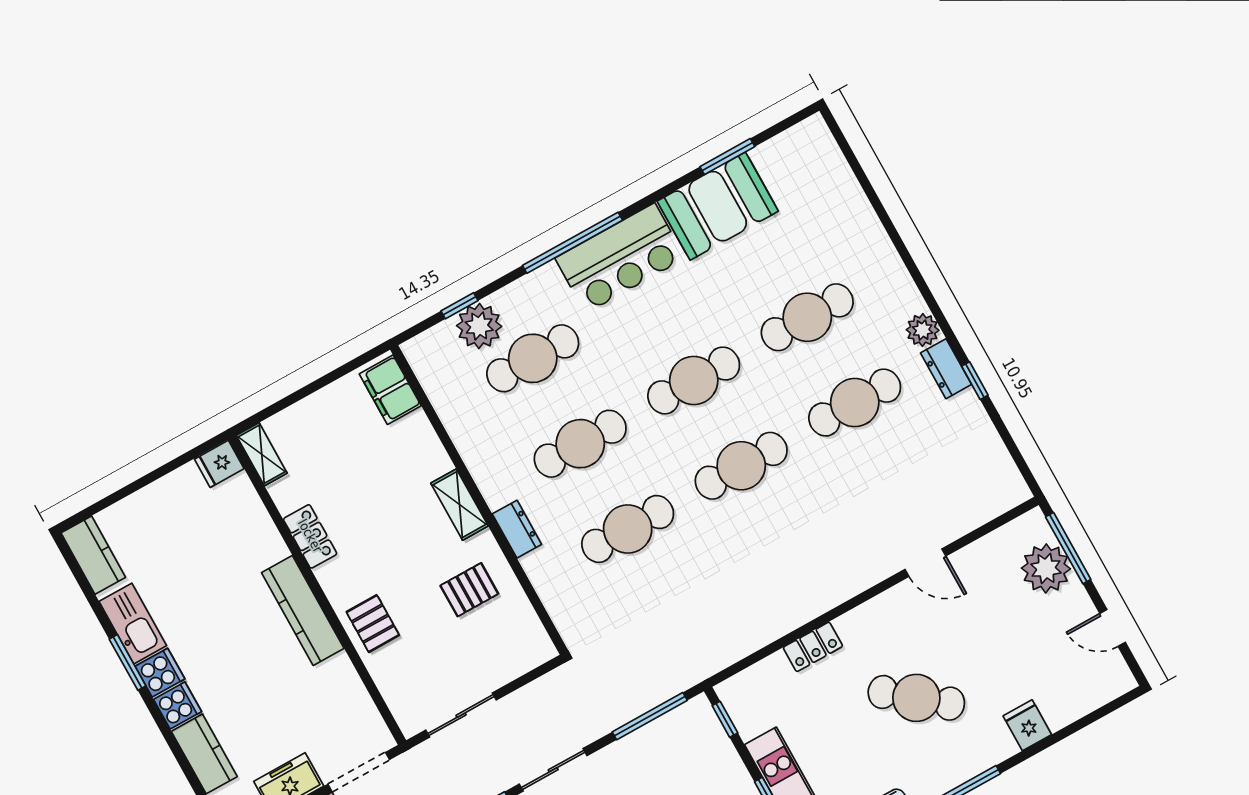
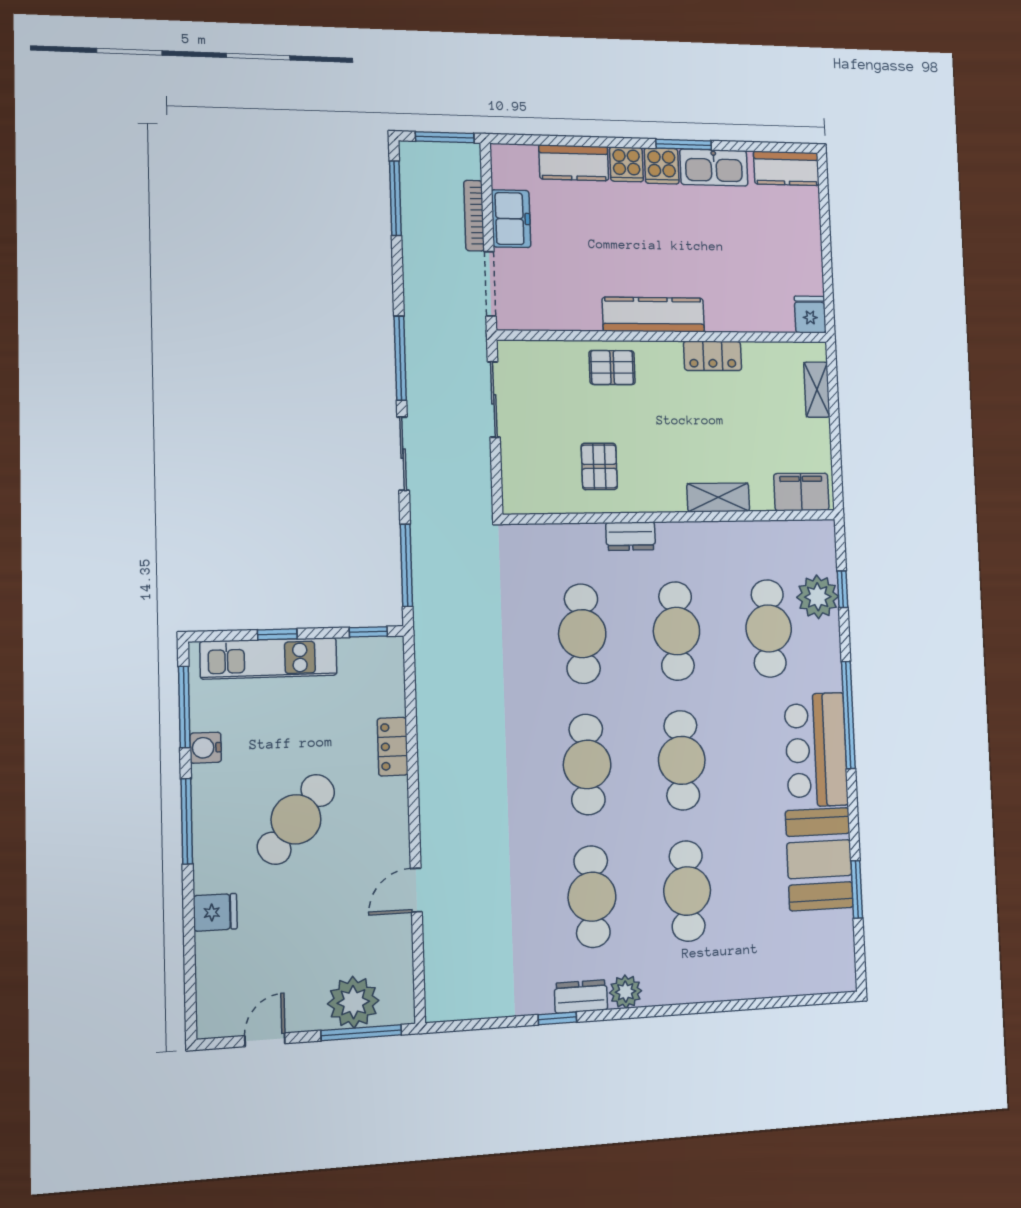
shelving: (262, 454) -> (817, 390), moved, turned 90
shelving: (460, 505) -> (718, 497), moved

